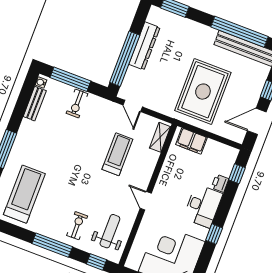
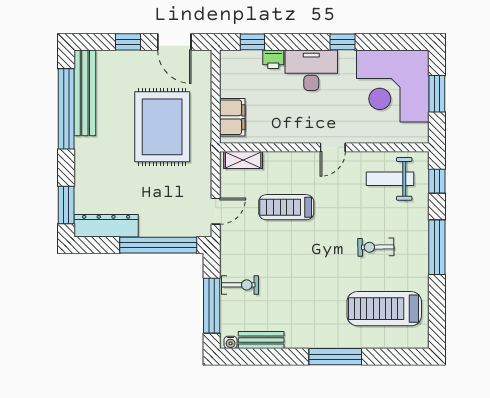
dresser: (144, 46) -> (106, 226), moved
rug: (203, 92) -> (162, 127), turned 90
exercise bike: (77, 226) -> (376, 247), moved

